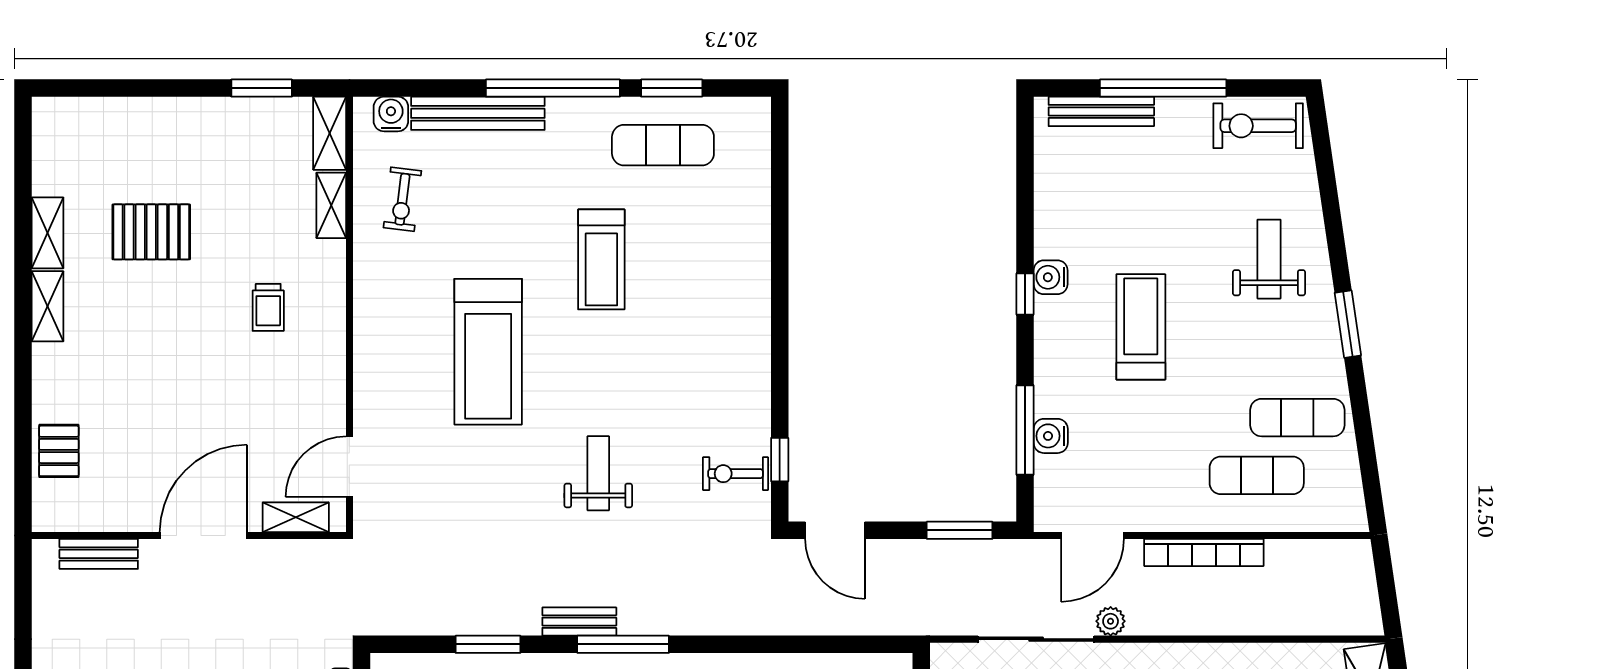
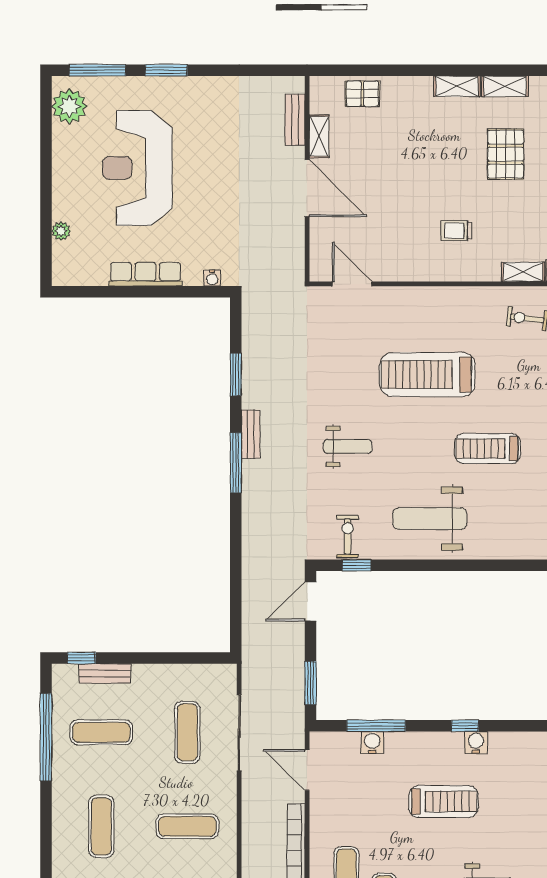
weight bench: (708, 348) -> (430, 519), added
shelving: (296, 517) -> (319, 136), moved
plant: (1111, 621) -> (251, 782), removed

